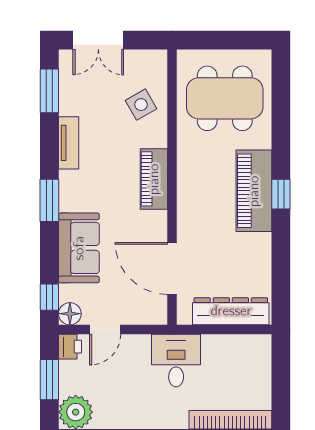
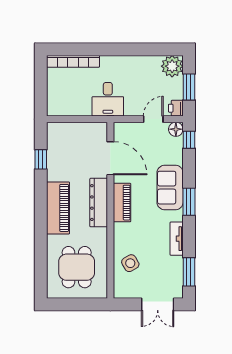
double door: (98, 40) -> (158, 304), swing flipped
dining table: (225, 98) -> (77, 267), width x0.73
piano: (154, 179) -> (122, 203), moved
window: (281, 194) -> (41, 159), moved
sofa: (79, 248) -> (170, 188), moved
dresser: (231, 311) -> (99, 203), moved, turned 90

